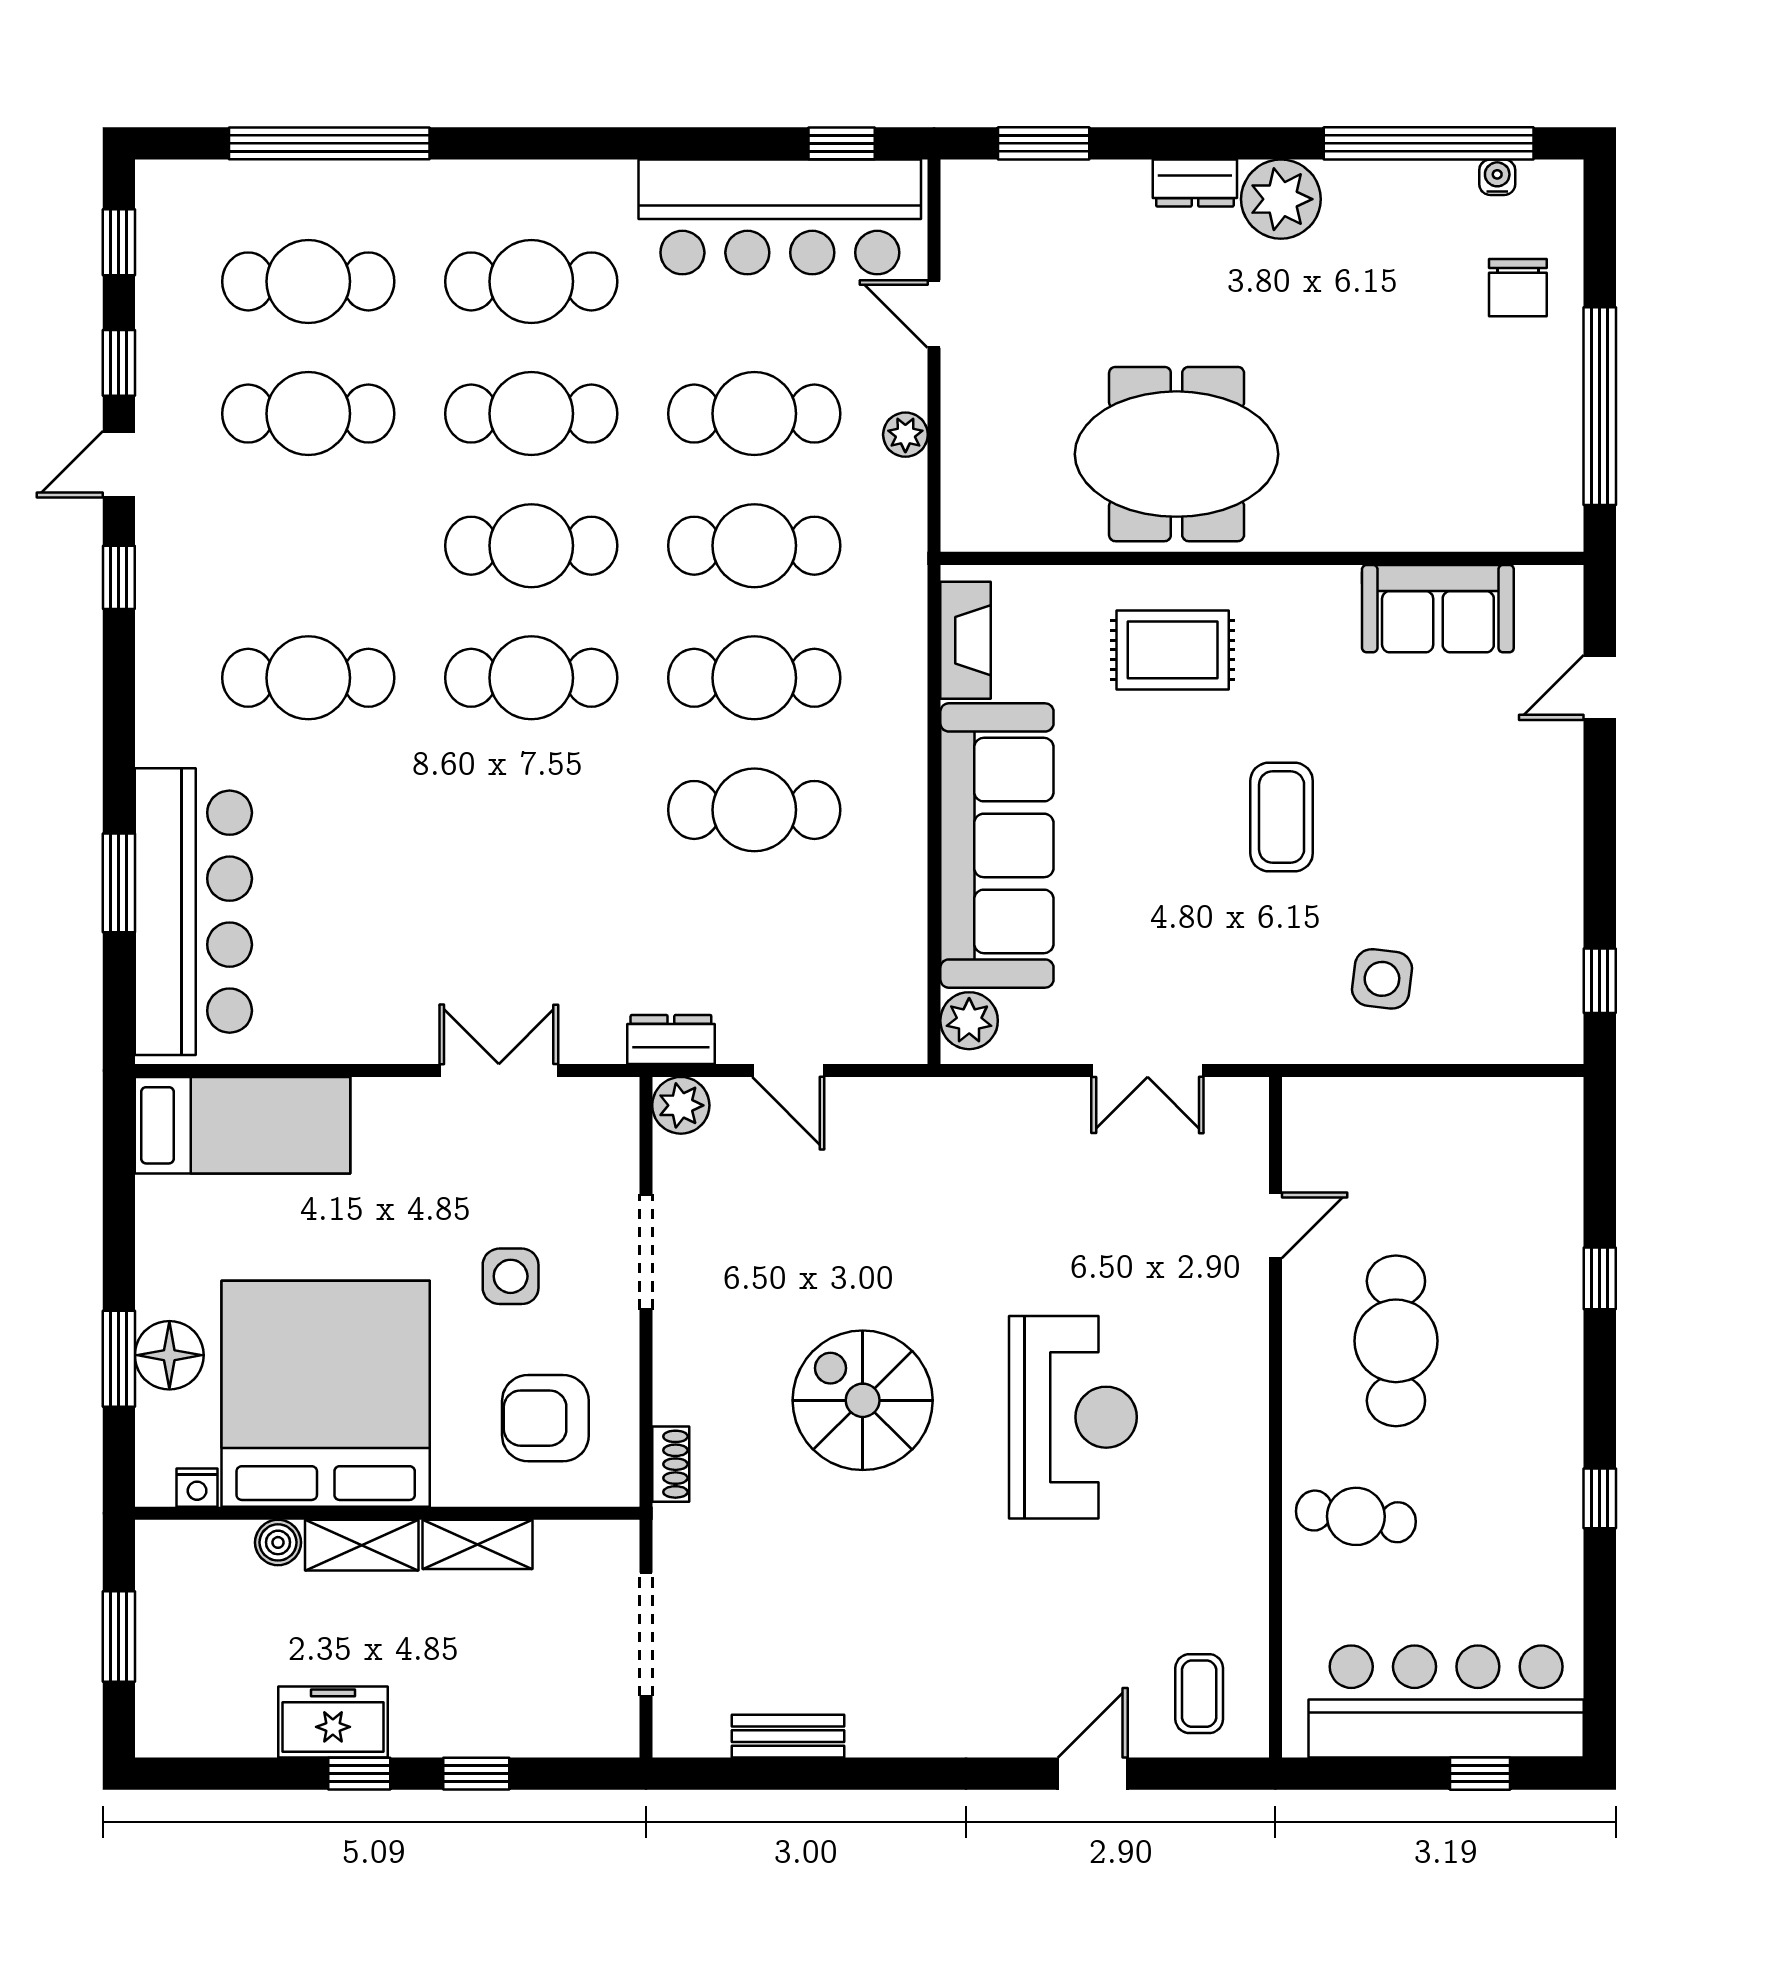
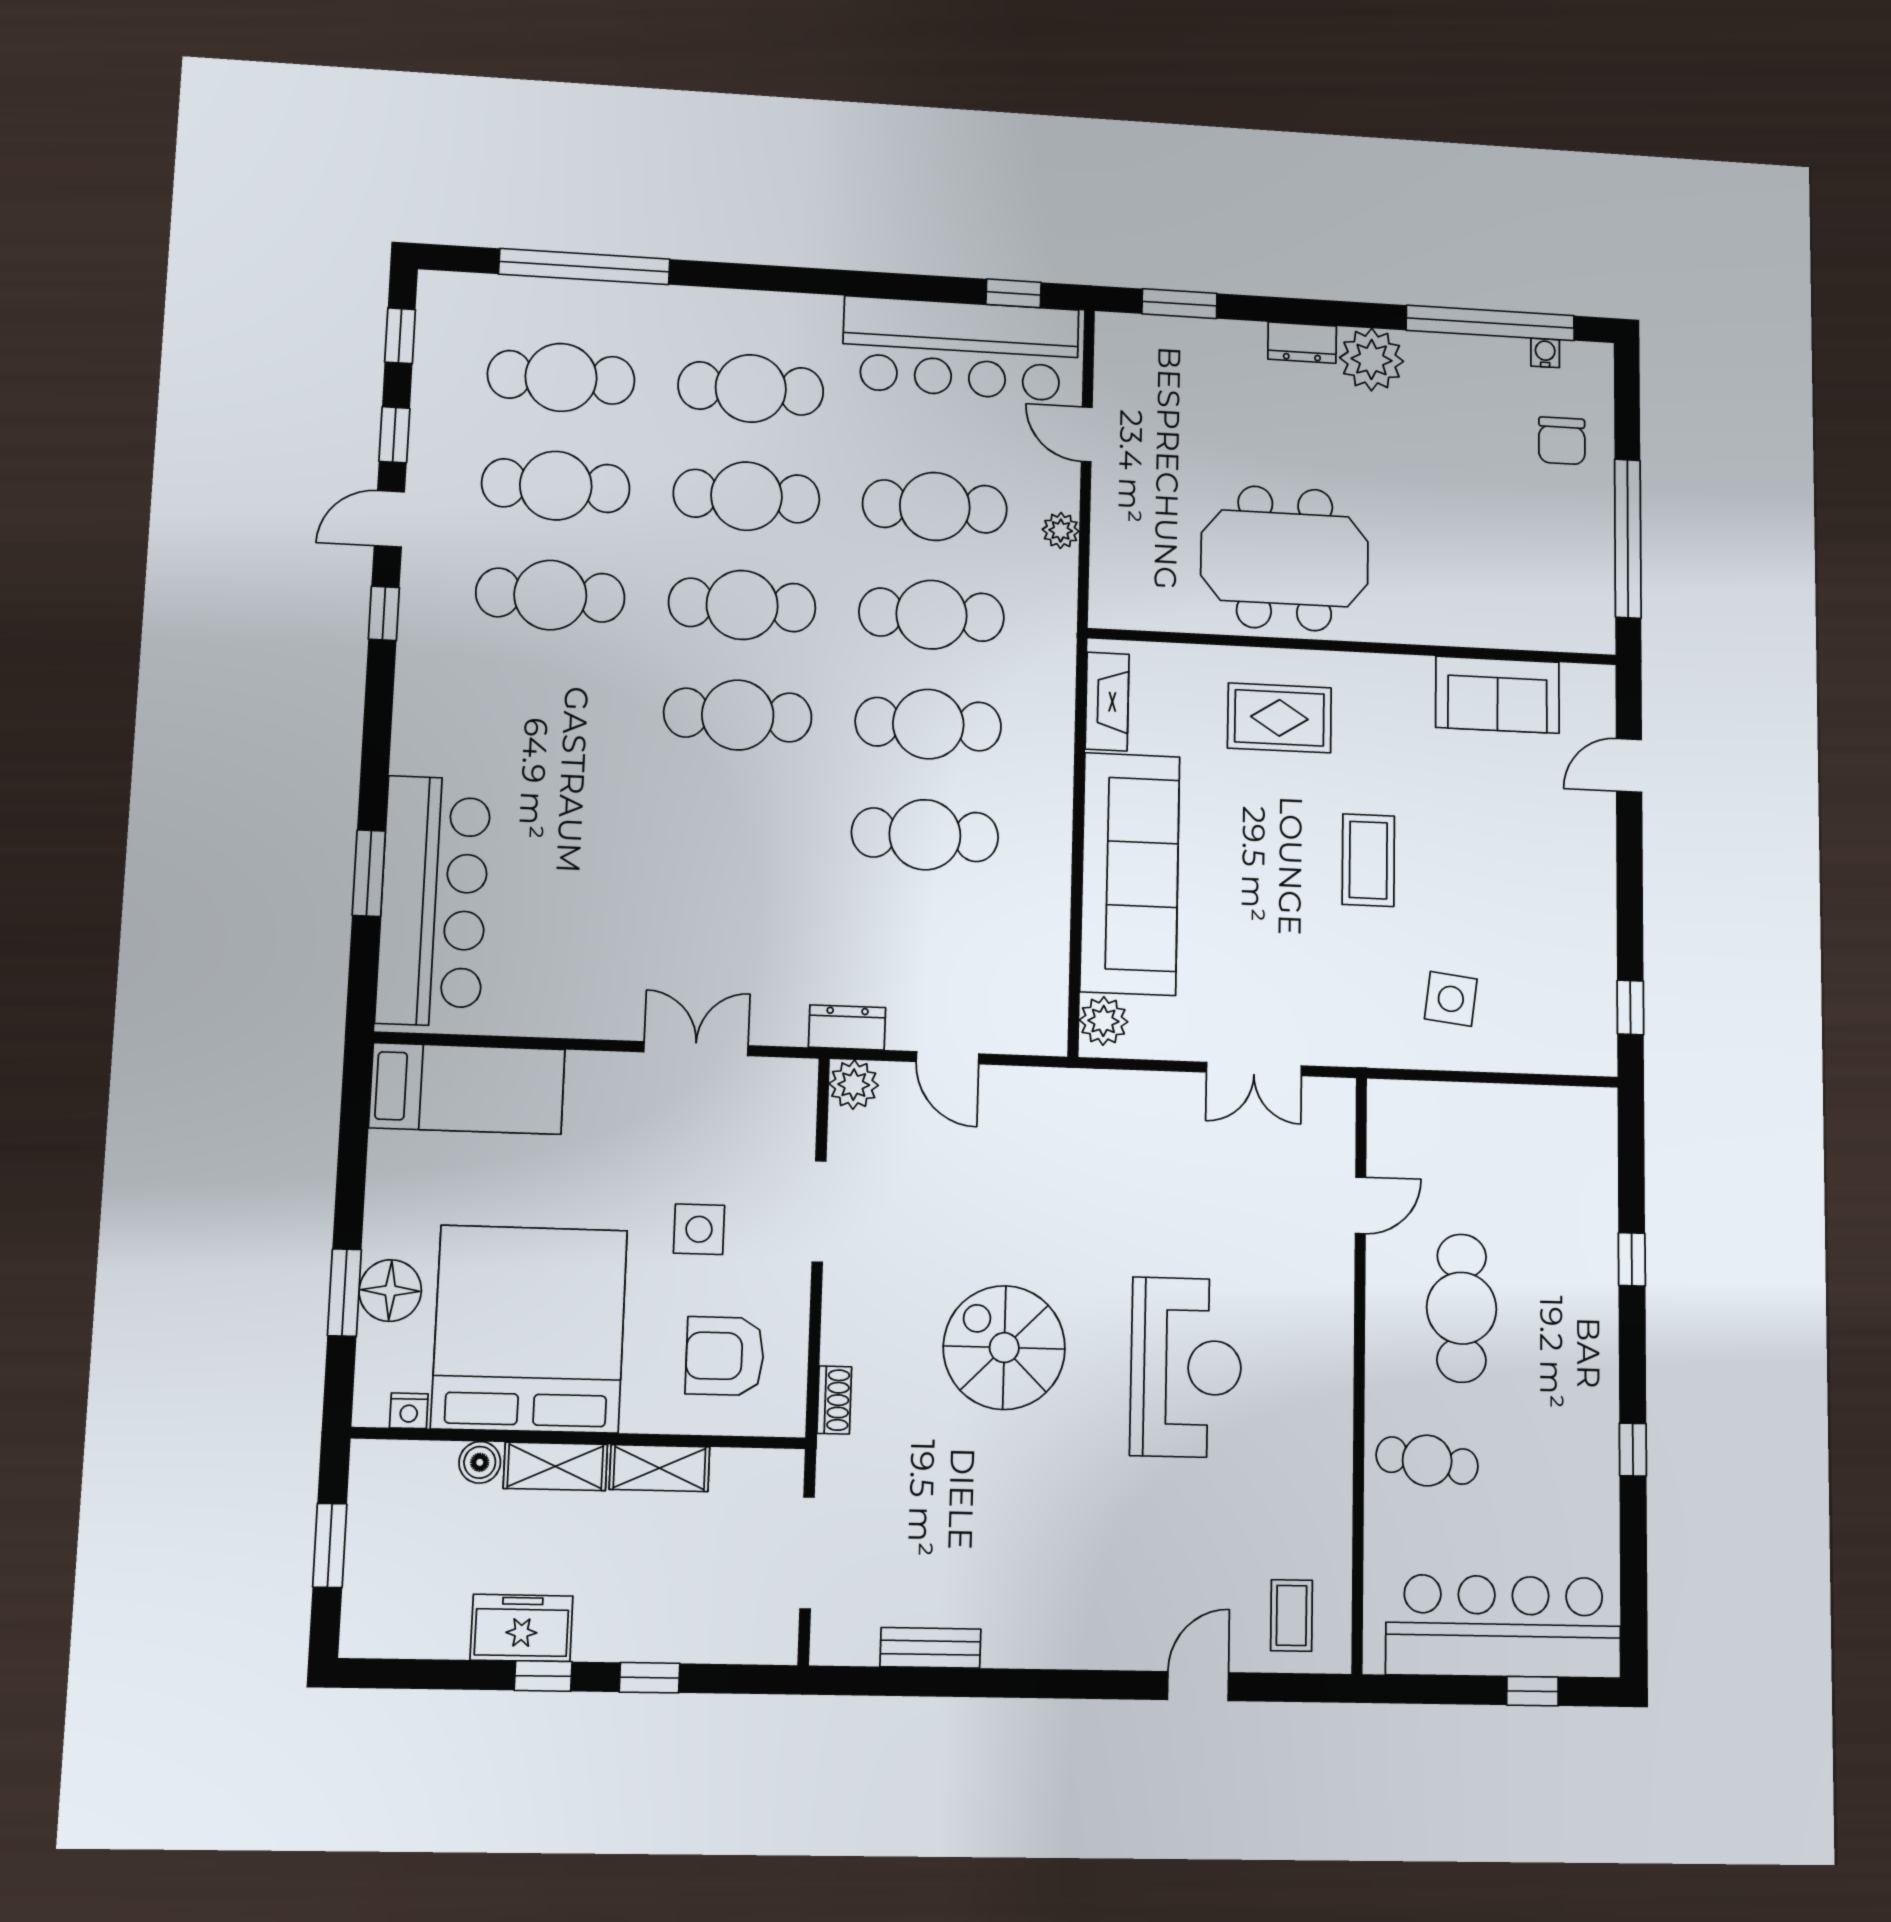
cafe table: (308, 678) -> (550, 595), moved

